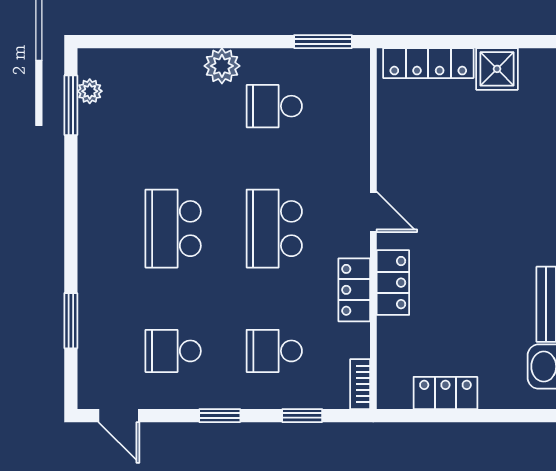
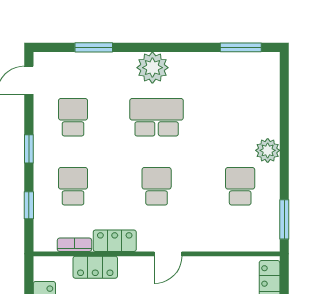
plant: (90, 91) -> (152, 68), moved, width x1.88, depth x1.88
school desk: (274, 229) -> (157, 186), width x0.54
locker: (393, 283) -> (95, 267), moved
bookcase: (360, 384) -> (74, 245), moved

